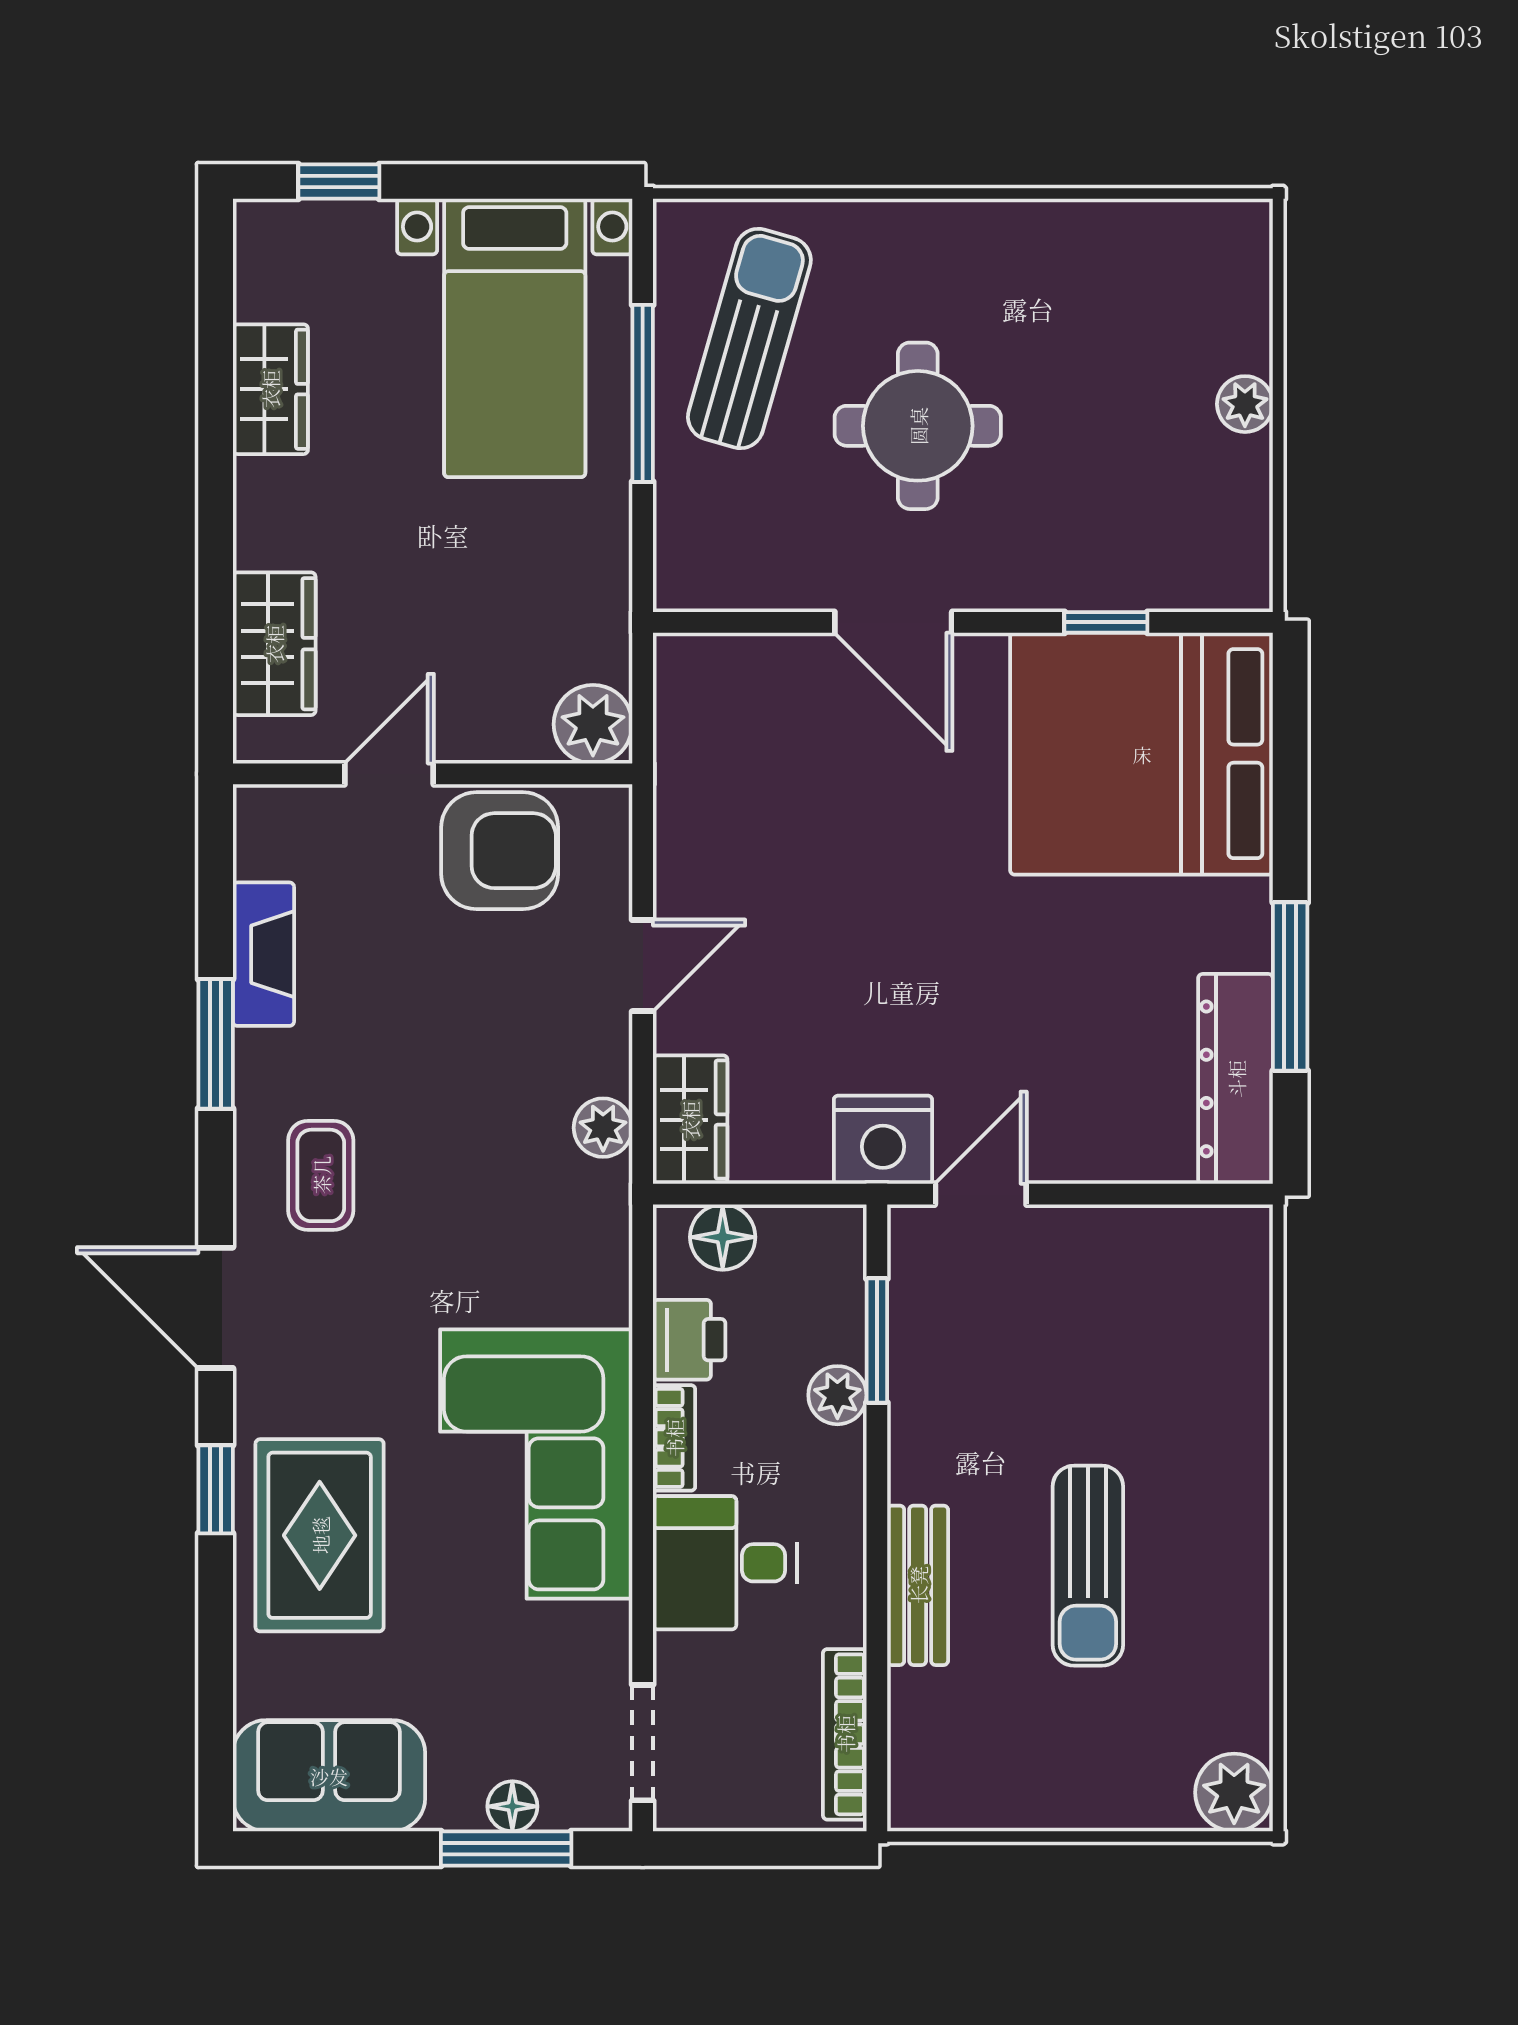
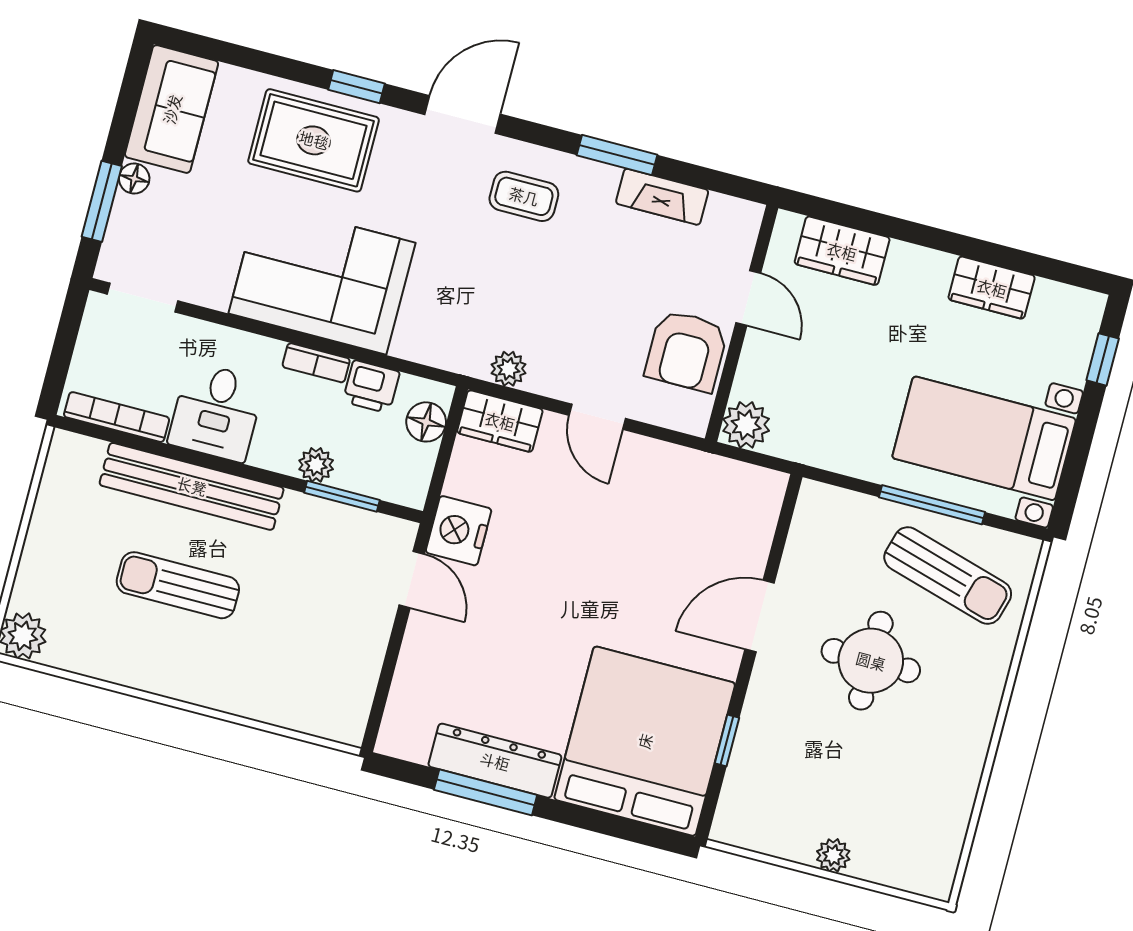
dresser: (1236, 1079) -> (495, 761), moved
desk: (725, 1563) -> (216, 412), moved, turned 180
bench: (918, 1585) -> (192, 486), width x1.86, depth x1.21
floor lamp: (512, 1806) -> (134, 179), moved

